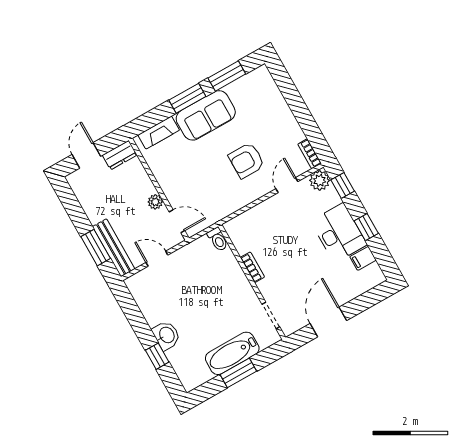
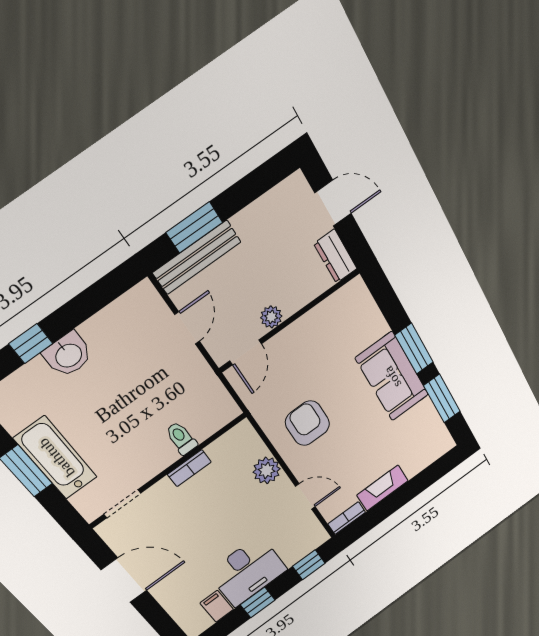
fireplace: (159, 133) -> (383, 488), moved, turned 90
armchair: (246, 160) -> (307, 423), moved
plant: (320, 180) -> (267, 470), moved
toilet: (218, 239) -> (181, 438), moved, turned 90

